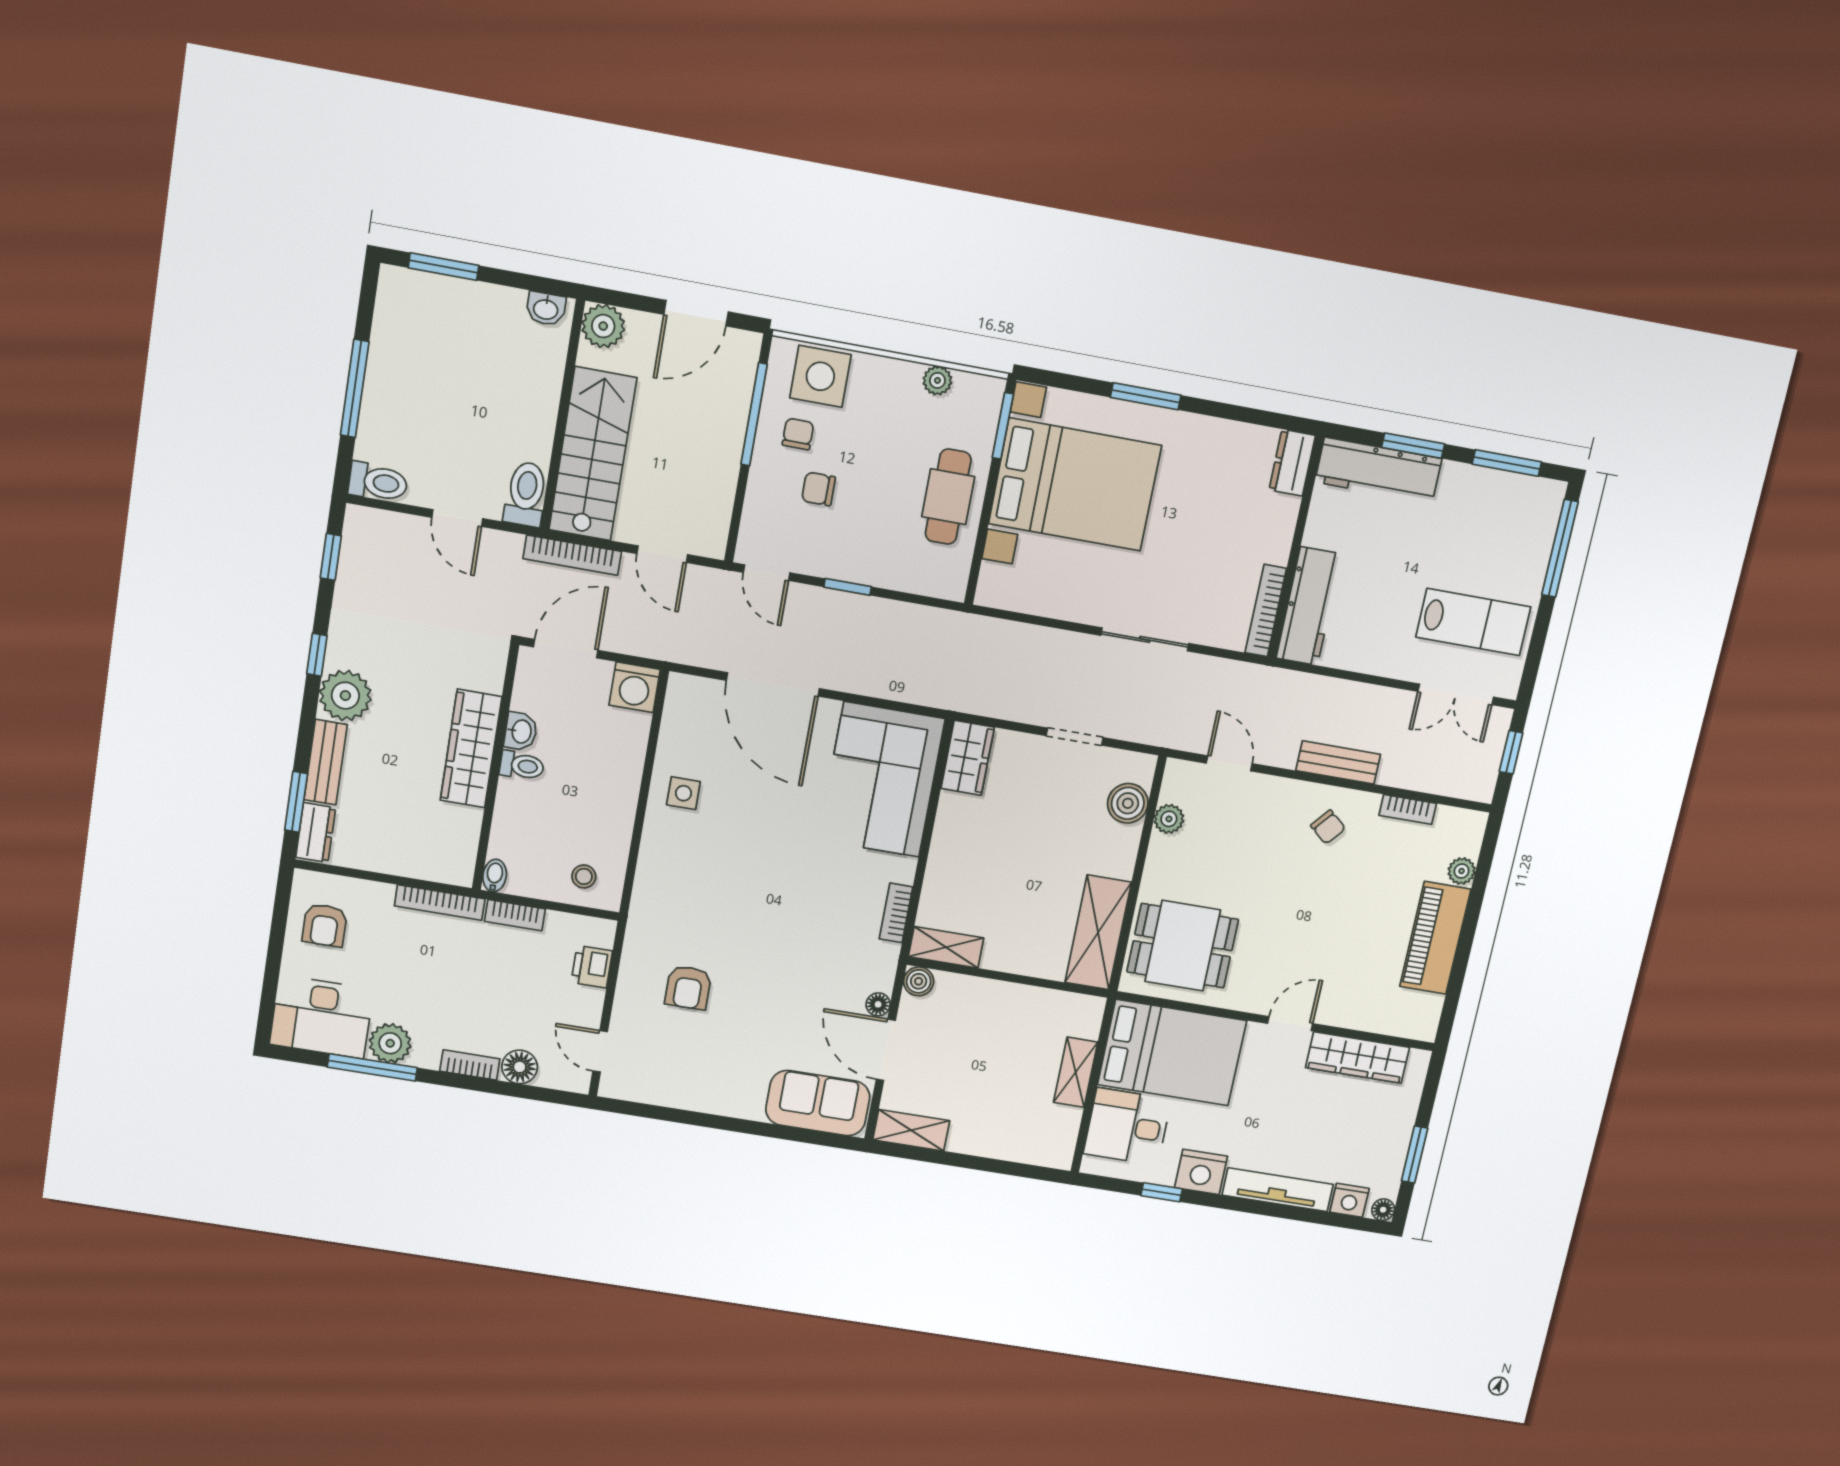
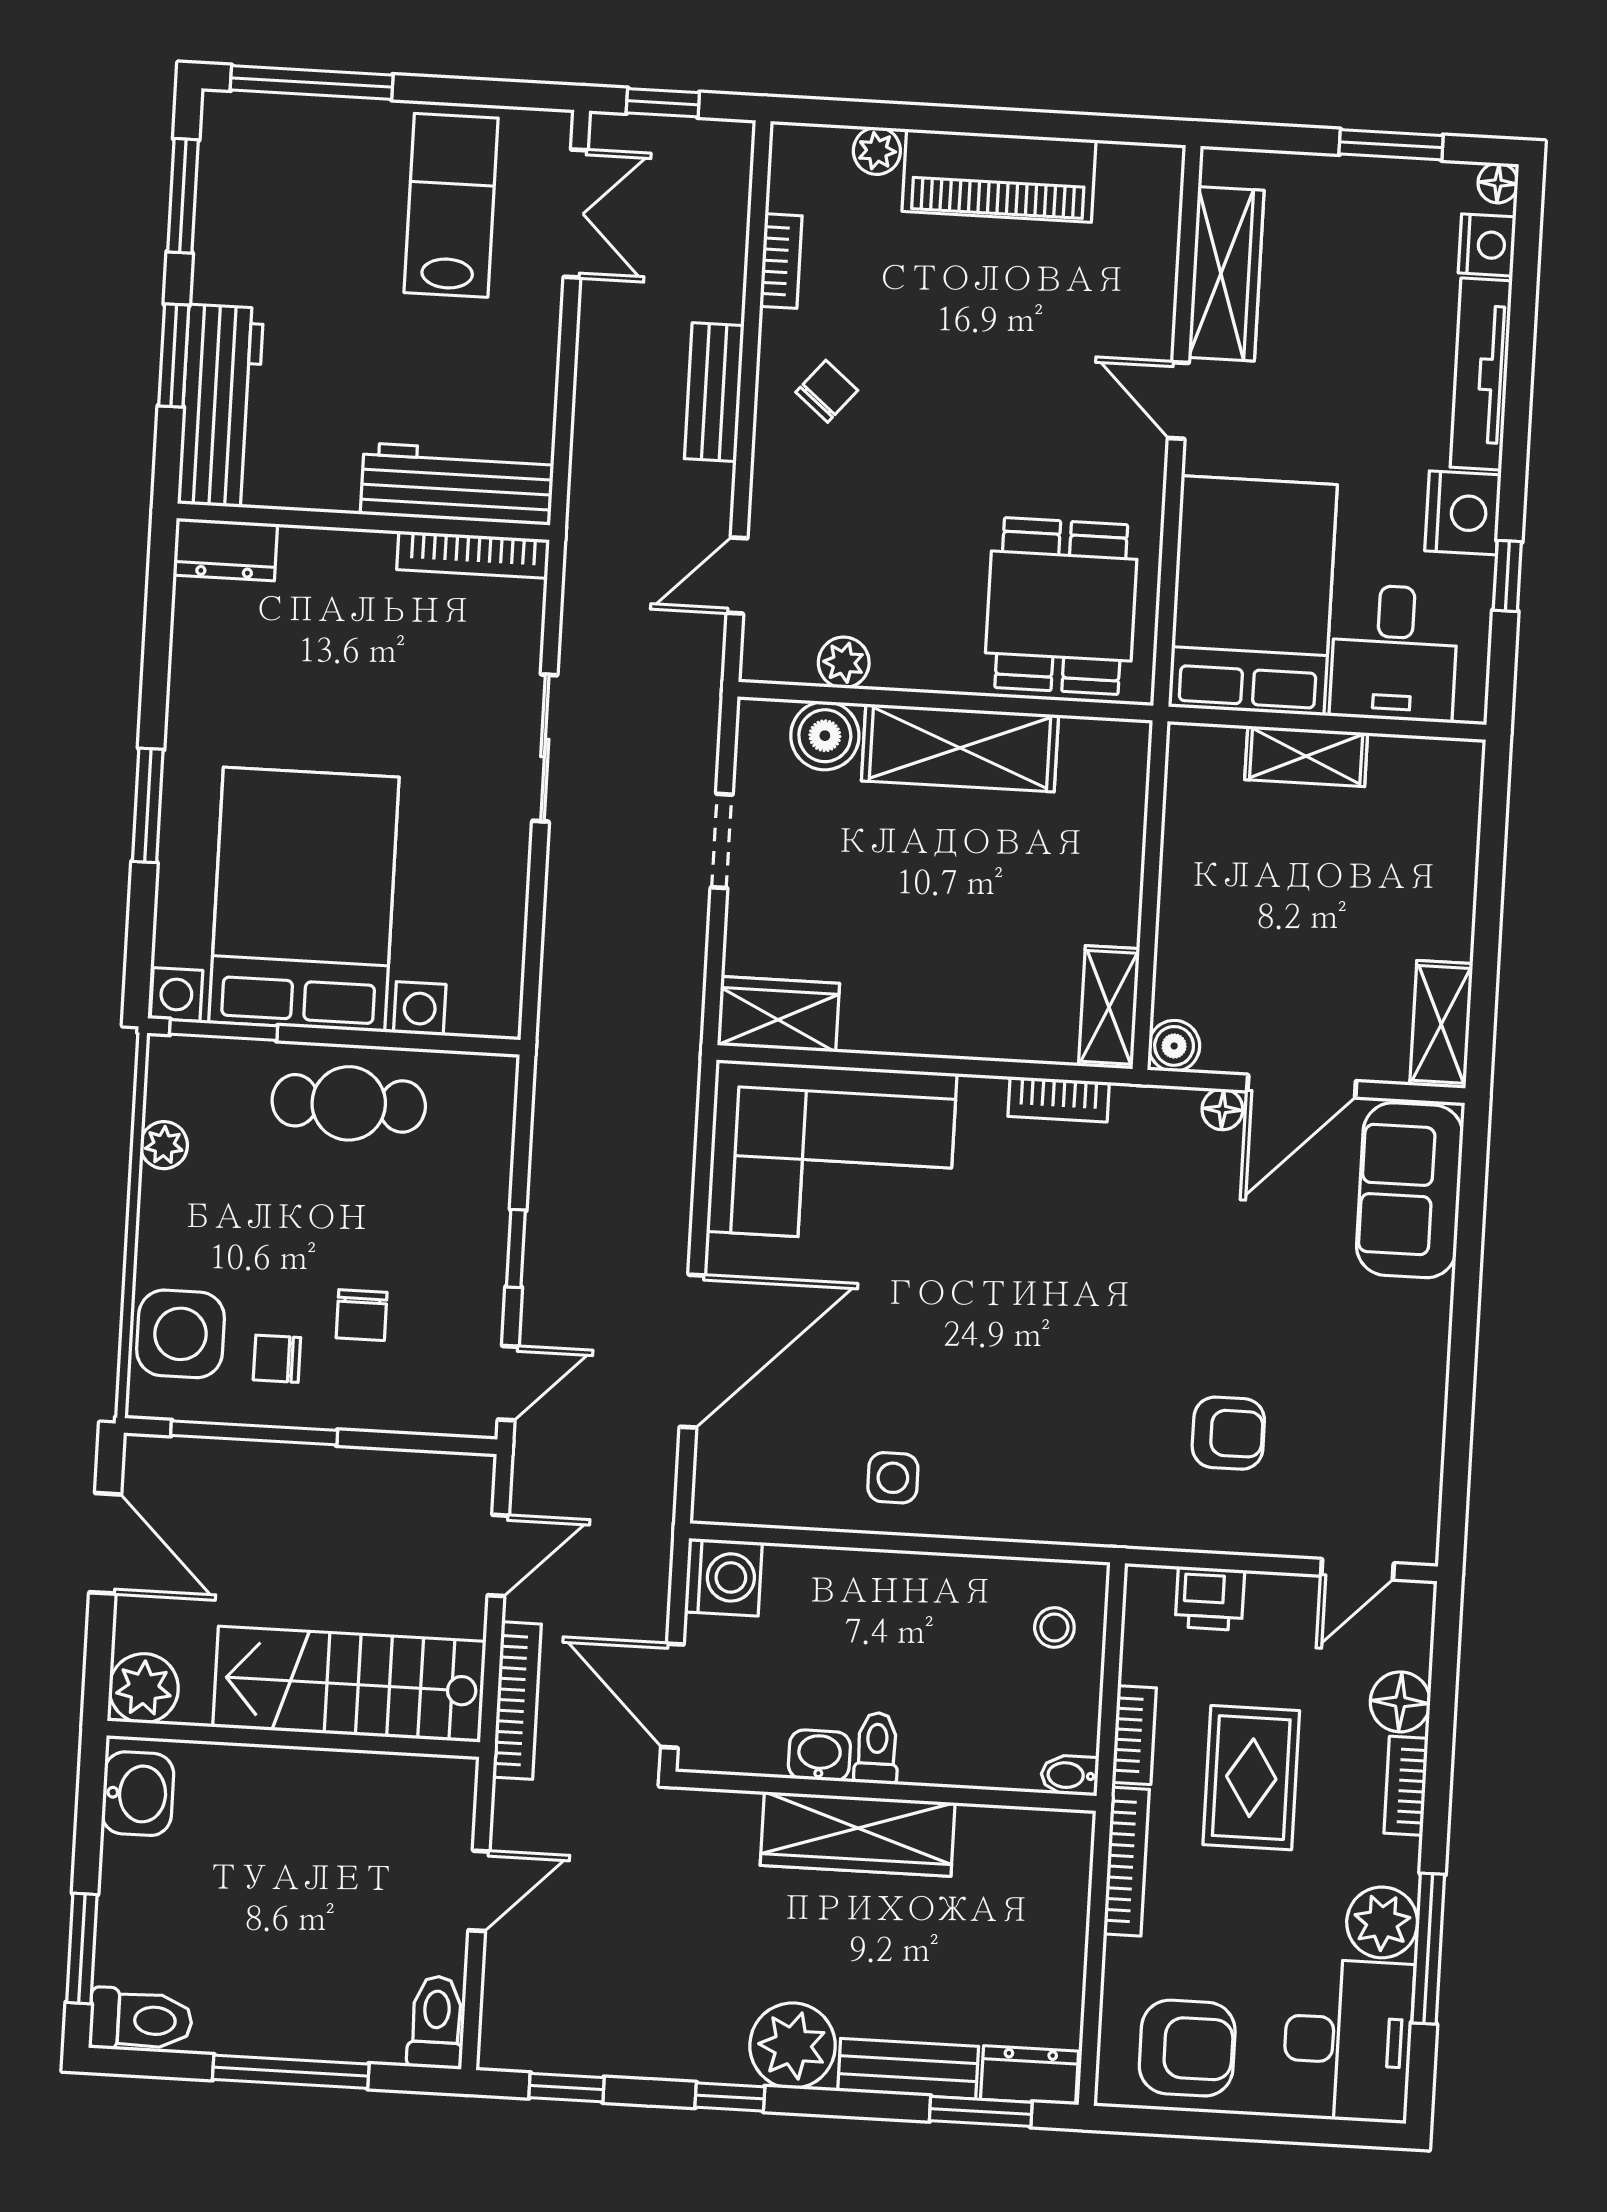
washbasin: (546, 309) -> (138, 1794), width x1.38, depth x1.45
toilet: (526, 494) -> (141, 2020), moved, turned 180
armchair: (325, 925) -> (1187, 2048), width x1.38, depth x1.38
shelving: (1098, 932) -> (960, 748), moved
rug: (483, 979) -> (1251, 1778), added

